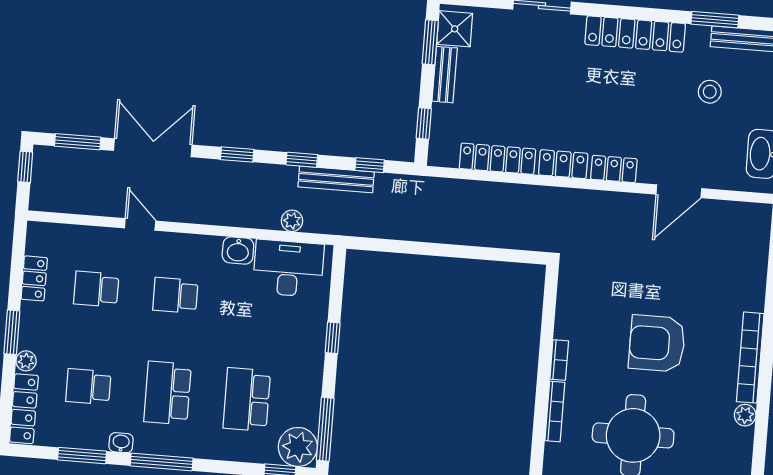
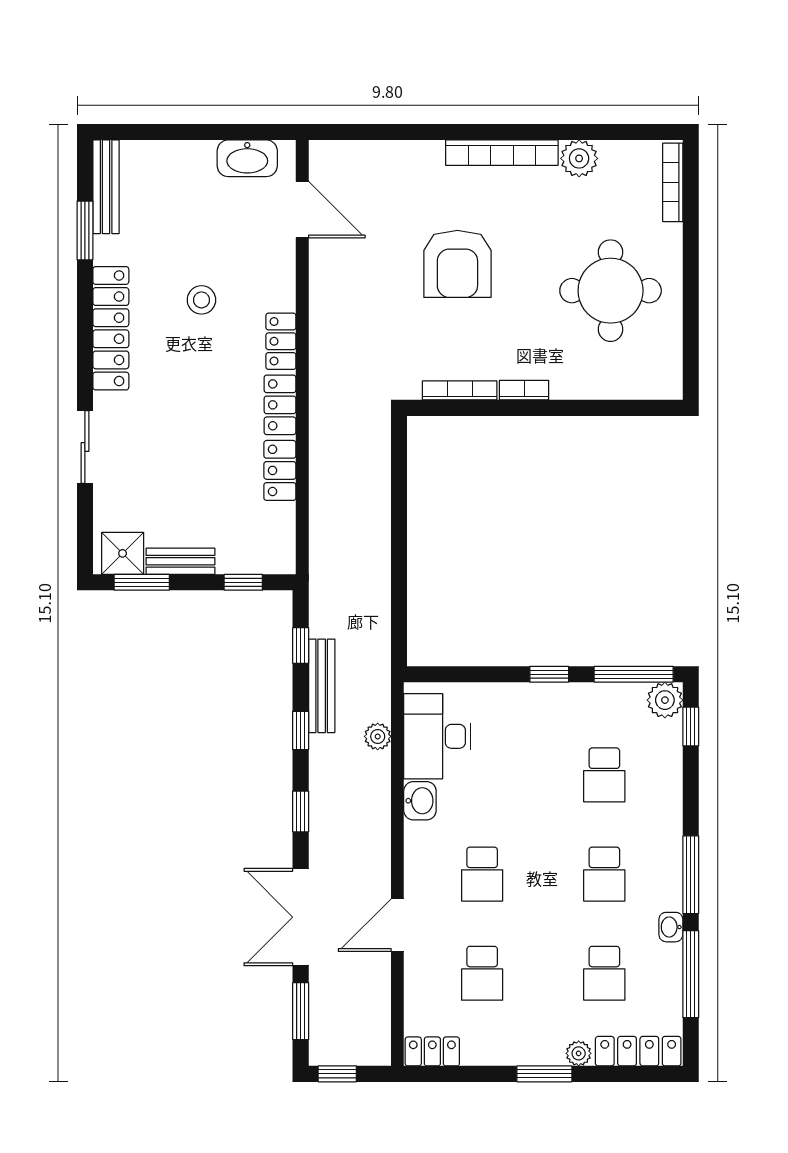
stool: (710, 92) -> (201, 300), moved
locker: (497, 159) -> (280, 470), width x0.66
door: (679, 191) -> (302, 210), moved
door: (140, 224) -> (397, 925), width x1.38
locker: (34, 278) -> (432, 1051), moved
window: (333, 338) -> (549, 674), moved
armchair: (657, 343) -> (457, 264), moved
school desk: (168, 393) -> (604, 874), width x0.54
school desk: (247, 399) -> (604, 775), width x0.54
bookcase: (555, 411) -> (460, 390), moved
plant: (745, 415) -> (579, 158), width x1.38, depth x1.38
plant: (298, 447) -> (665, 700), width x0.73, depth x0.73
window: (82, 456) -> (691, 974), width x1.44

